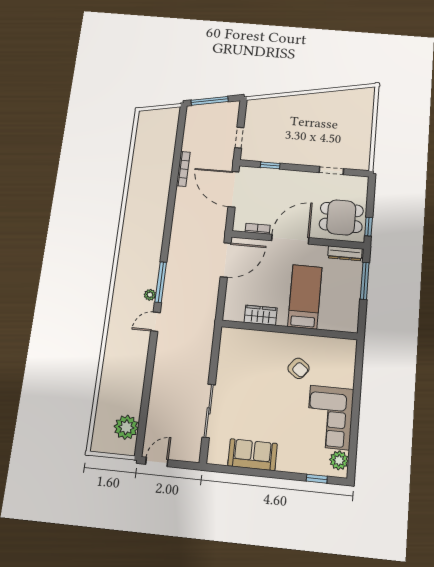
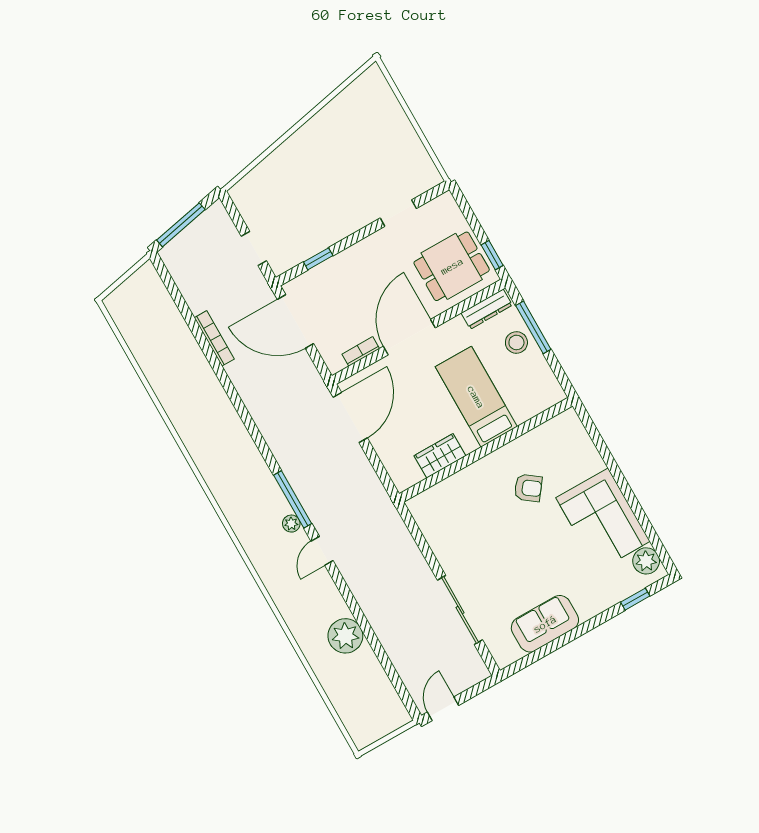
stool: (349, 283) -> (516, 342), added
plant: (126, 427) -> (345, 636), moved

